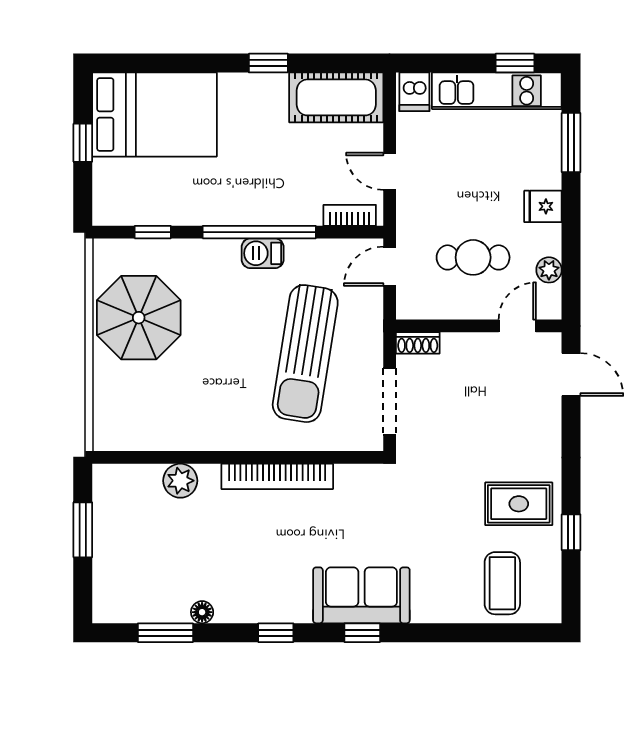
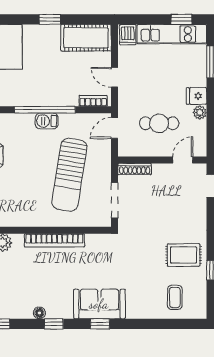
plant: (549, 270) -> (200, 113), moved
shoe rack: (418, 343) -> (135, 169), width x1.43
coffee table: (502, 583) -> (175, 297), width x0.73, depth x0.77
floor lamp: (202, 612) -> (39, 313), moved

